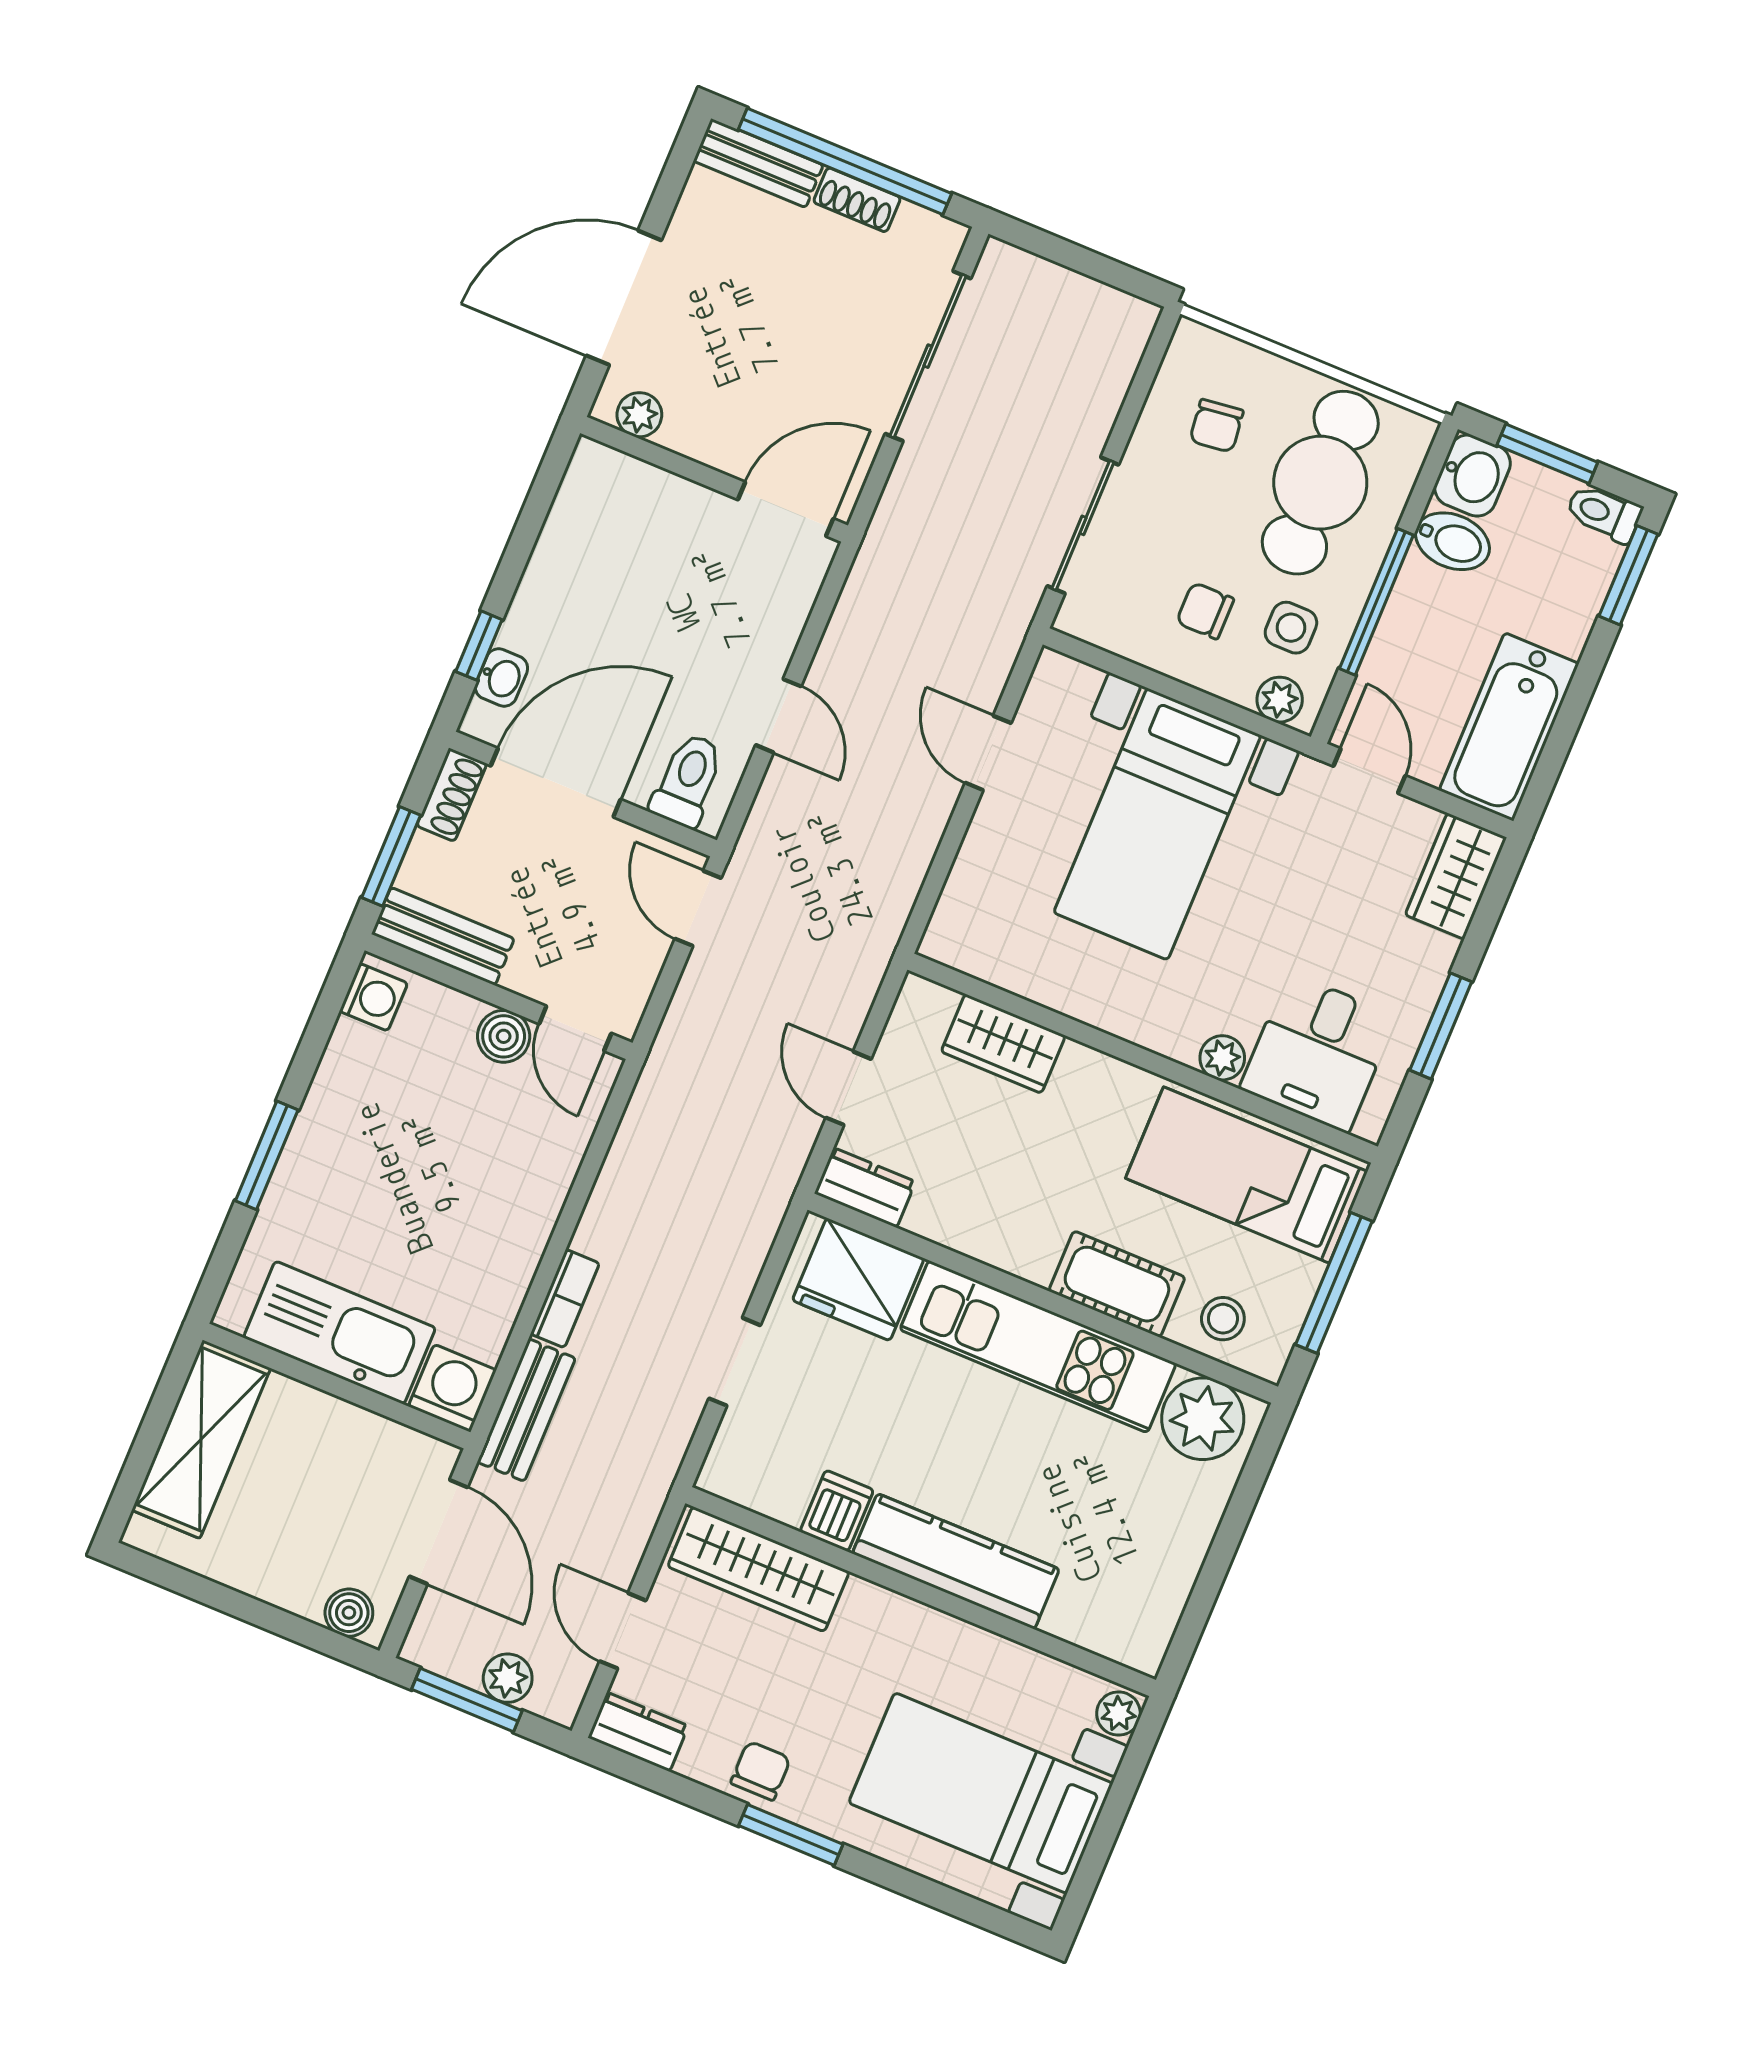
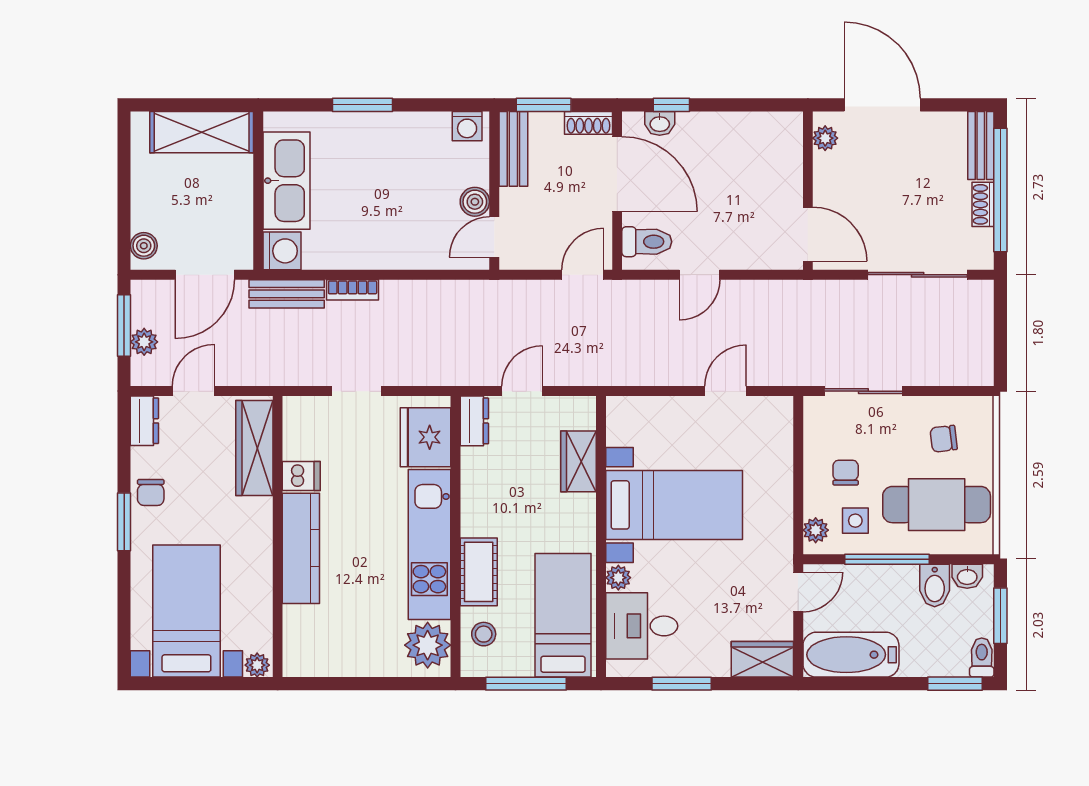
washbasin: (1473, 476) -> (967, 576), width x0.72, depth x0.69
bed with nightstands: (1157, 824) -> (674, 505), moved, turned 180
chair: (761, 1771) -> (151, 492), turned 90

